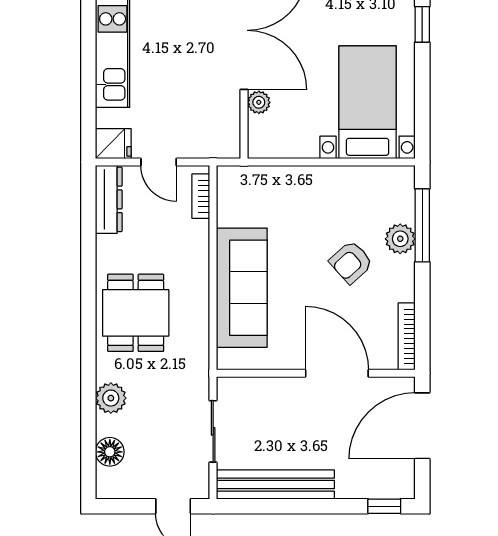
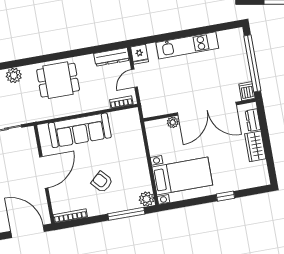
plant: (400, 239) -> (147, 199), moved
door: (337, 373) -> (44, 172), moved

